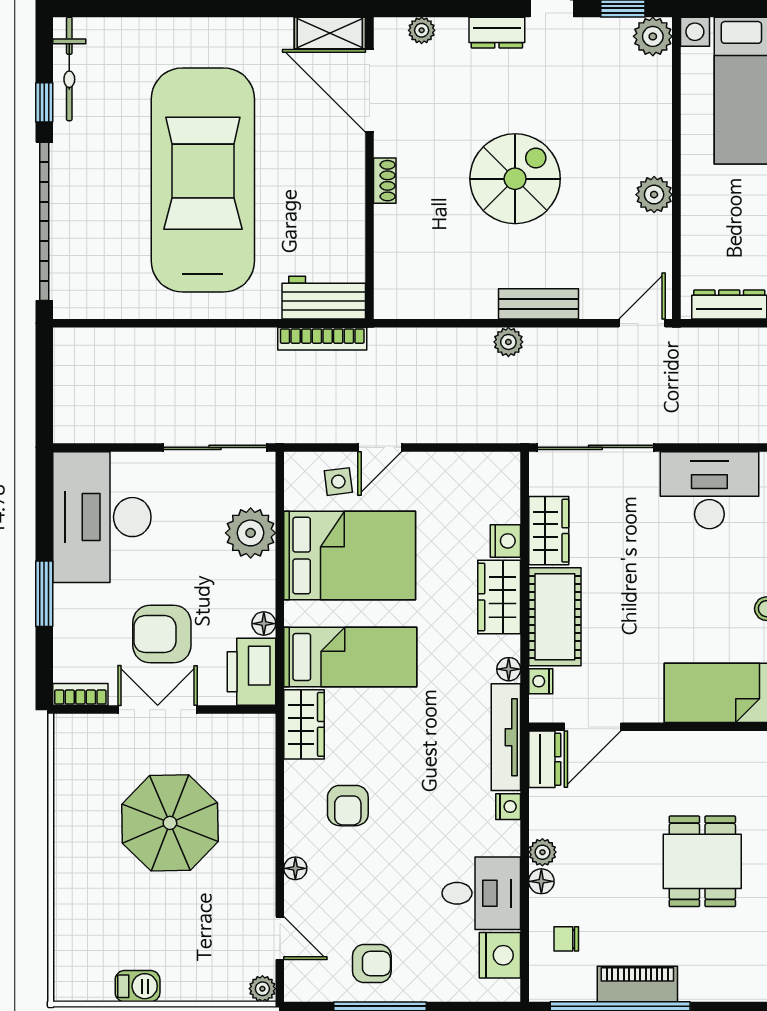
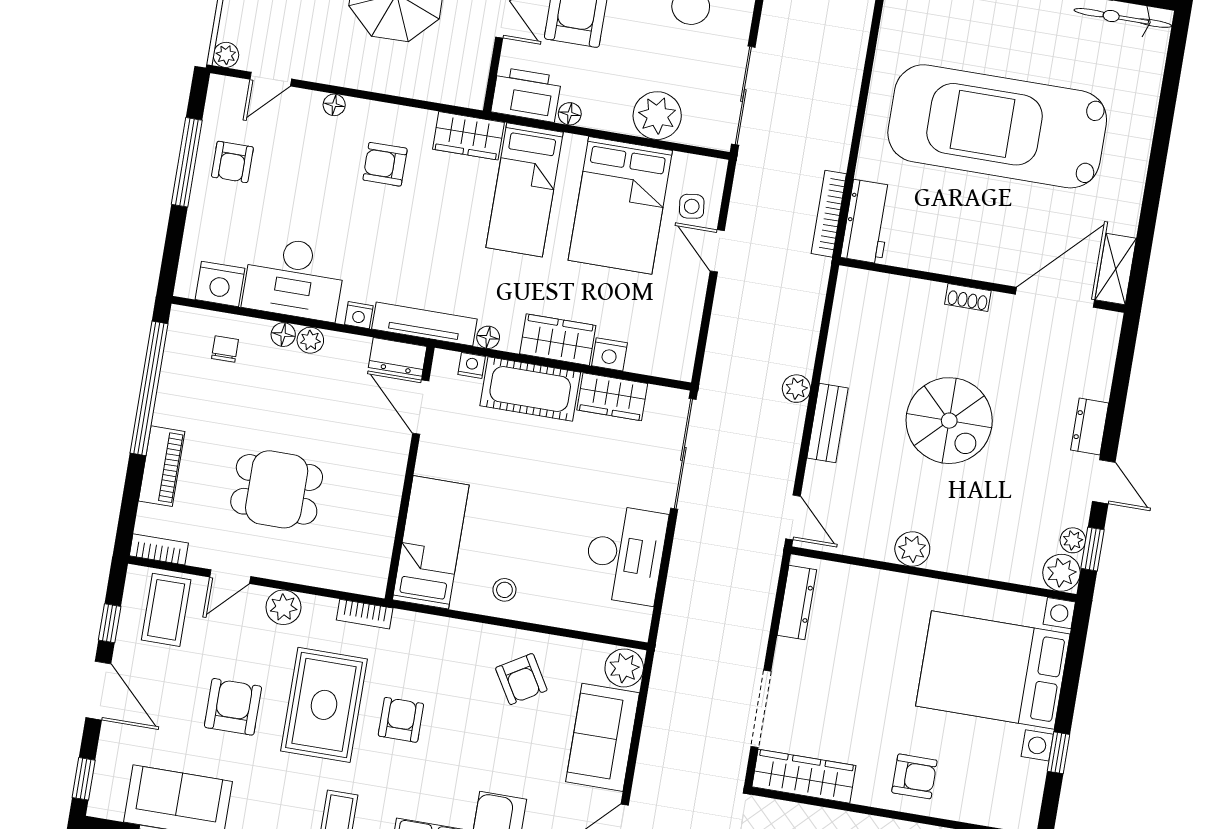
plant: (422, 30) -> (1073, 540), moved
car: (203, 180) -> (997, 126), turned 180
desk: (481, 893) -> (294, 278), width x1.37
piano: (637, 984) -> (162, 466), moved

